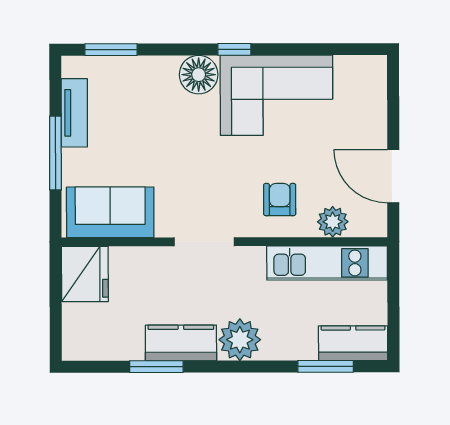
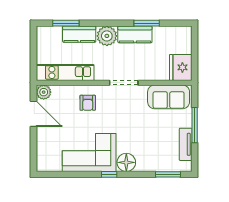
plant: (333, 222) -> (44, 92), moved
kitchen counter: (353, 343) -> (79, 34), moved

